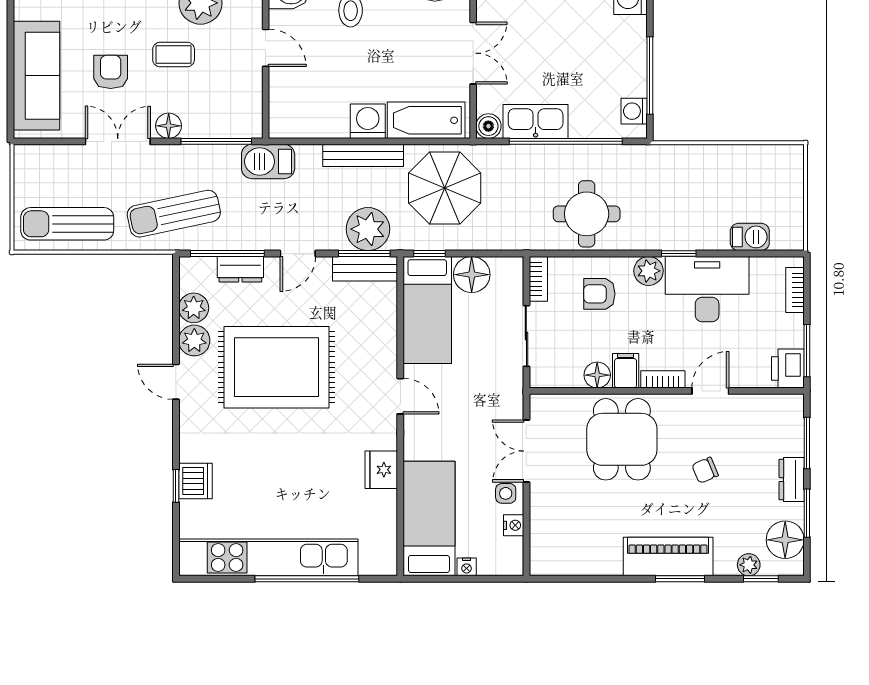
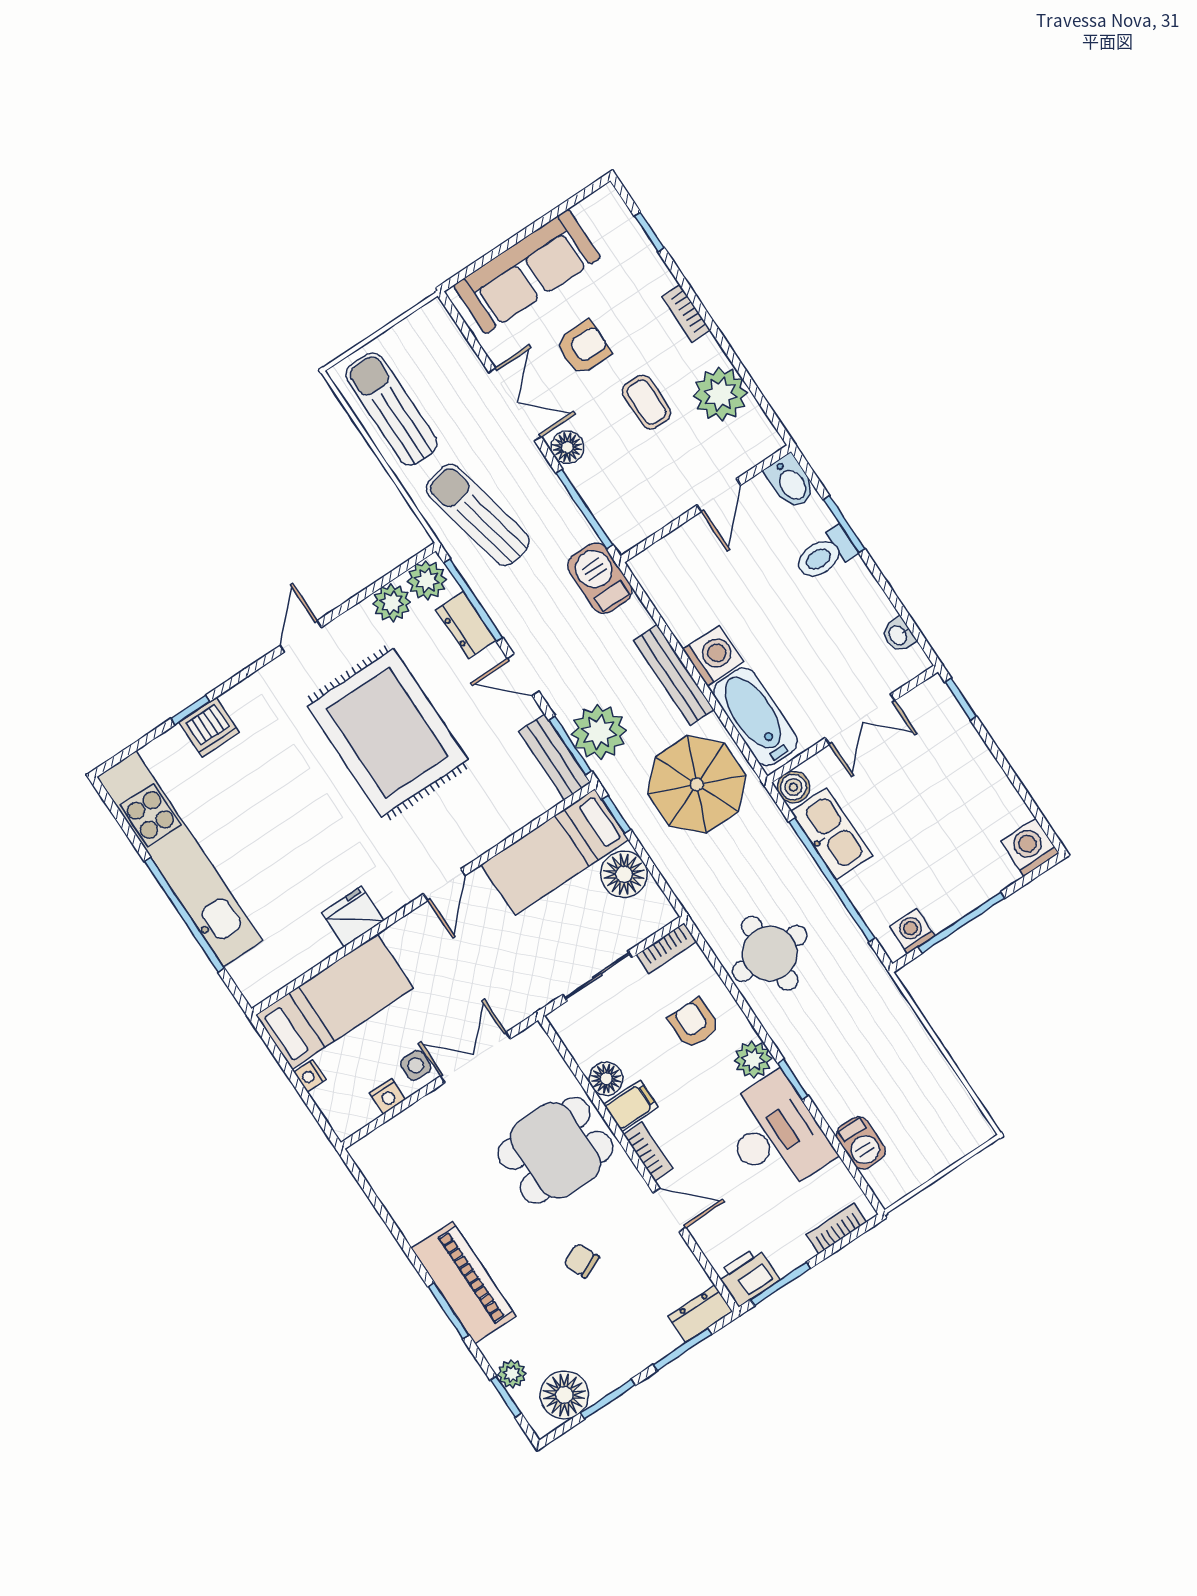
plant: (194, 340) -> (427, 580), moved
dresser: (792, 480) -> (700, 1314), moved

